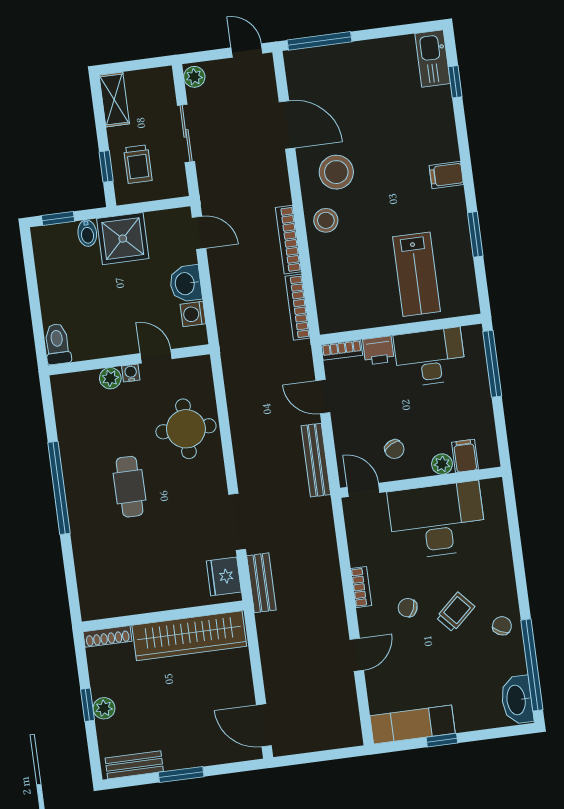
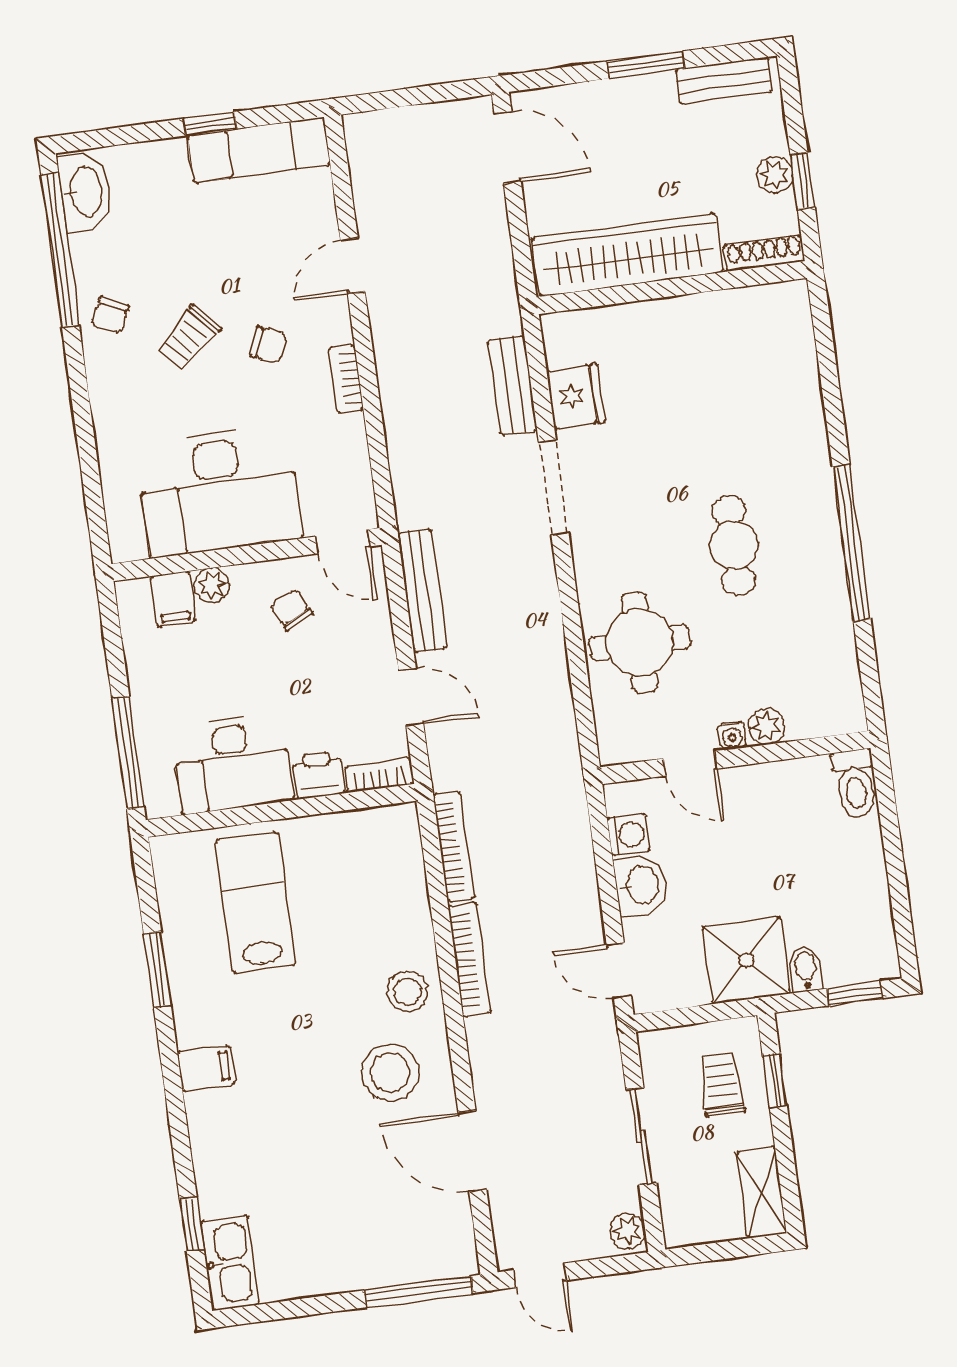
wall: (163, 616) -> (672, 288), moved
shoe rack: (107, 636) -> (764, 253), moved
wardrobe: (189, 636) -> (627, 255), moved

